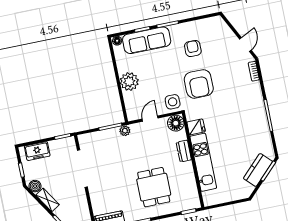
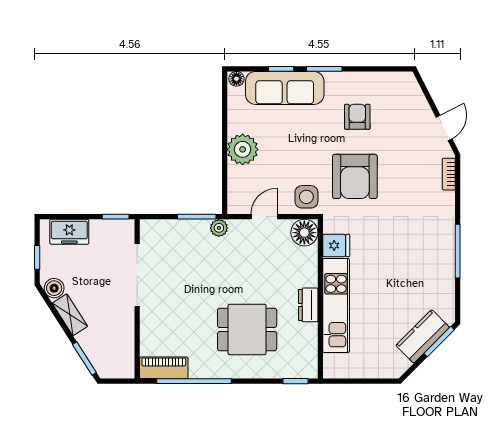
dresser: (184, 151) -> (308, 305), moved
dining table: (154, 187) -> (247, 329), turned 90

